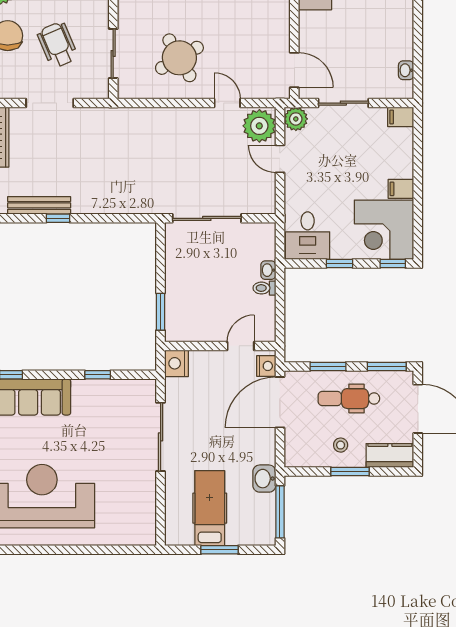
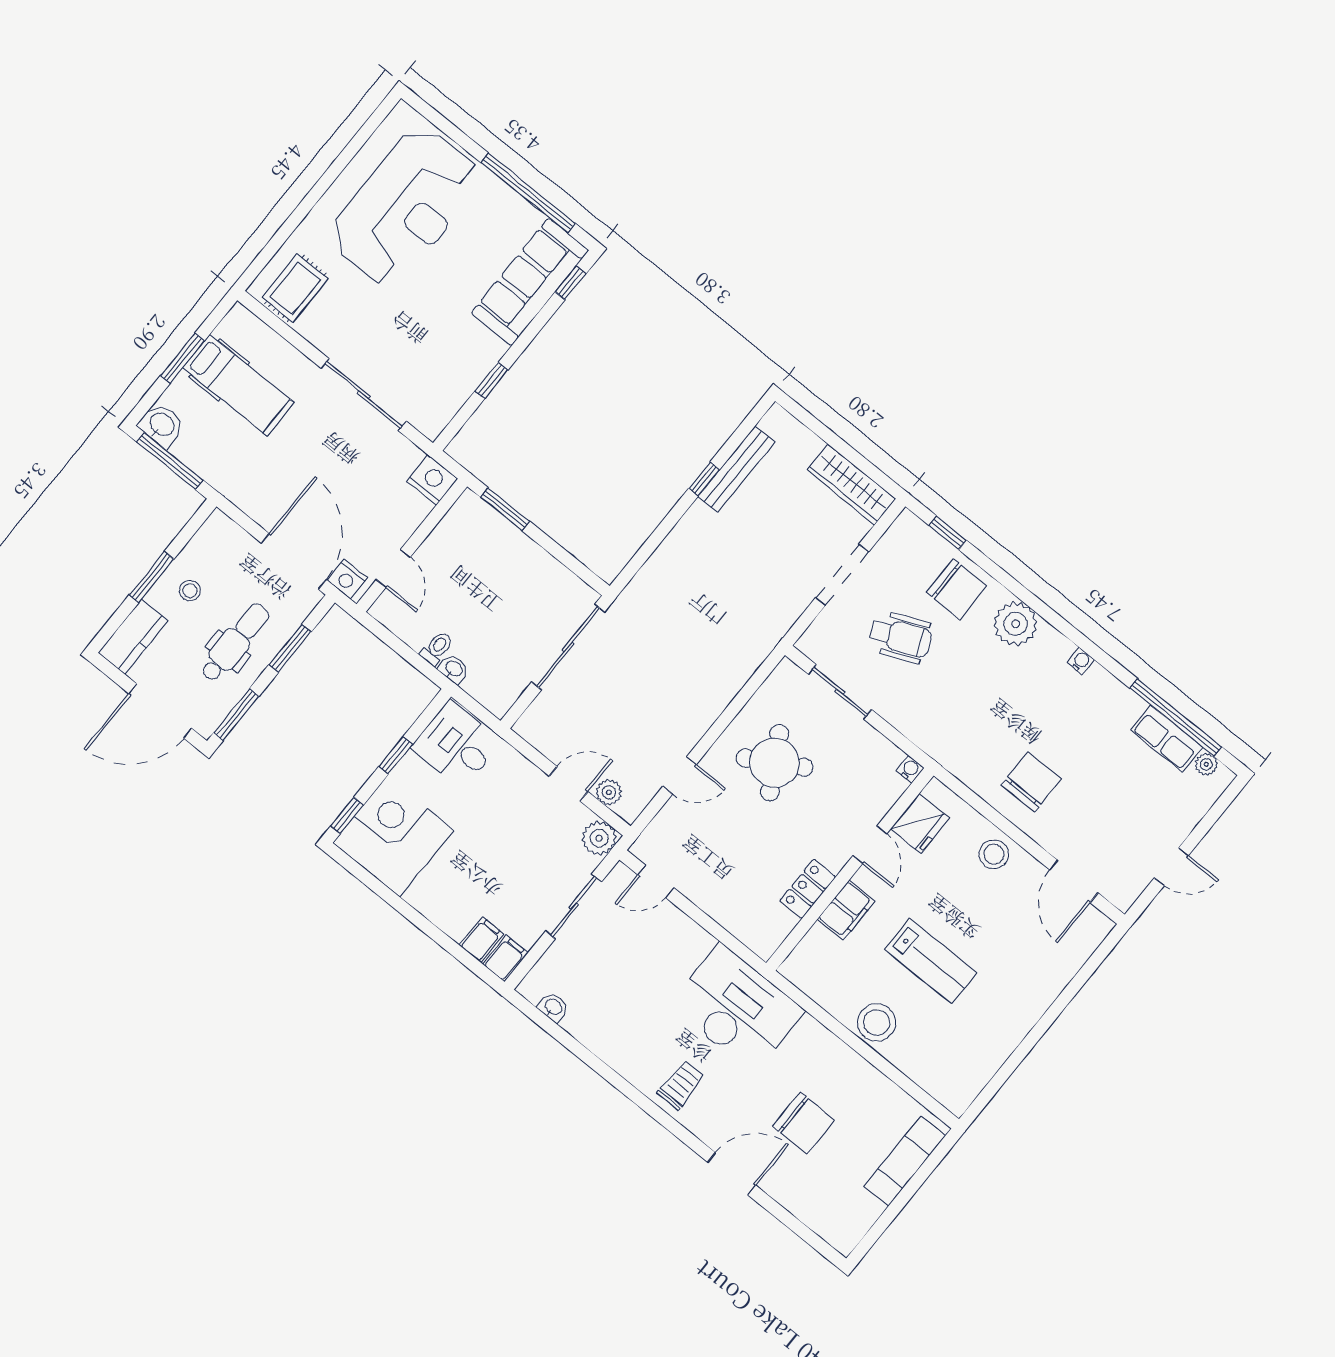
door: (294, 70) -> (656, 881), width x0.73
plant: (259, 126) -> (609, 792), width x0.53, depth x0.53
filing cabinet: (401, 189) -> (482, 940), moved
washbasin: (264, 479) -> (161, 425), moved
rug: (133, 520) -> (295, 288), added

